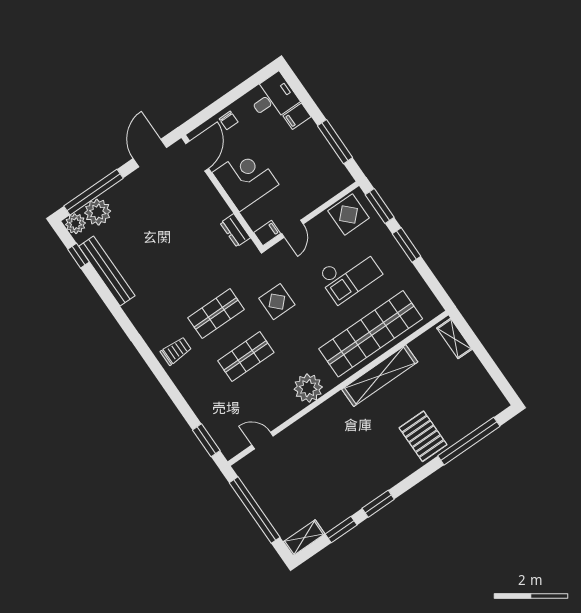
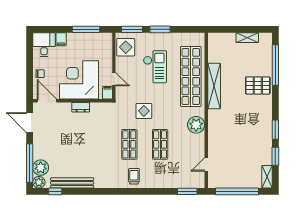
corner desk: (246, 178) -> (79, 80), width x1.36, depth x1.36
dresser: (235, 230) -> (81, 107), moved
shelving: (454, 339) -> (247, 38), moved

